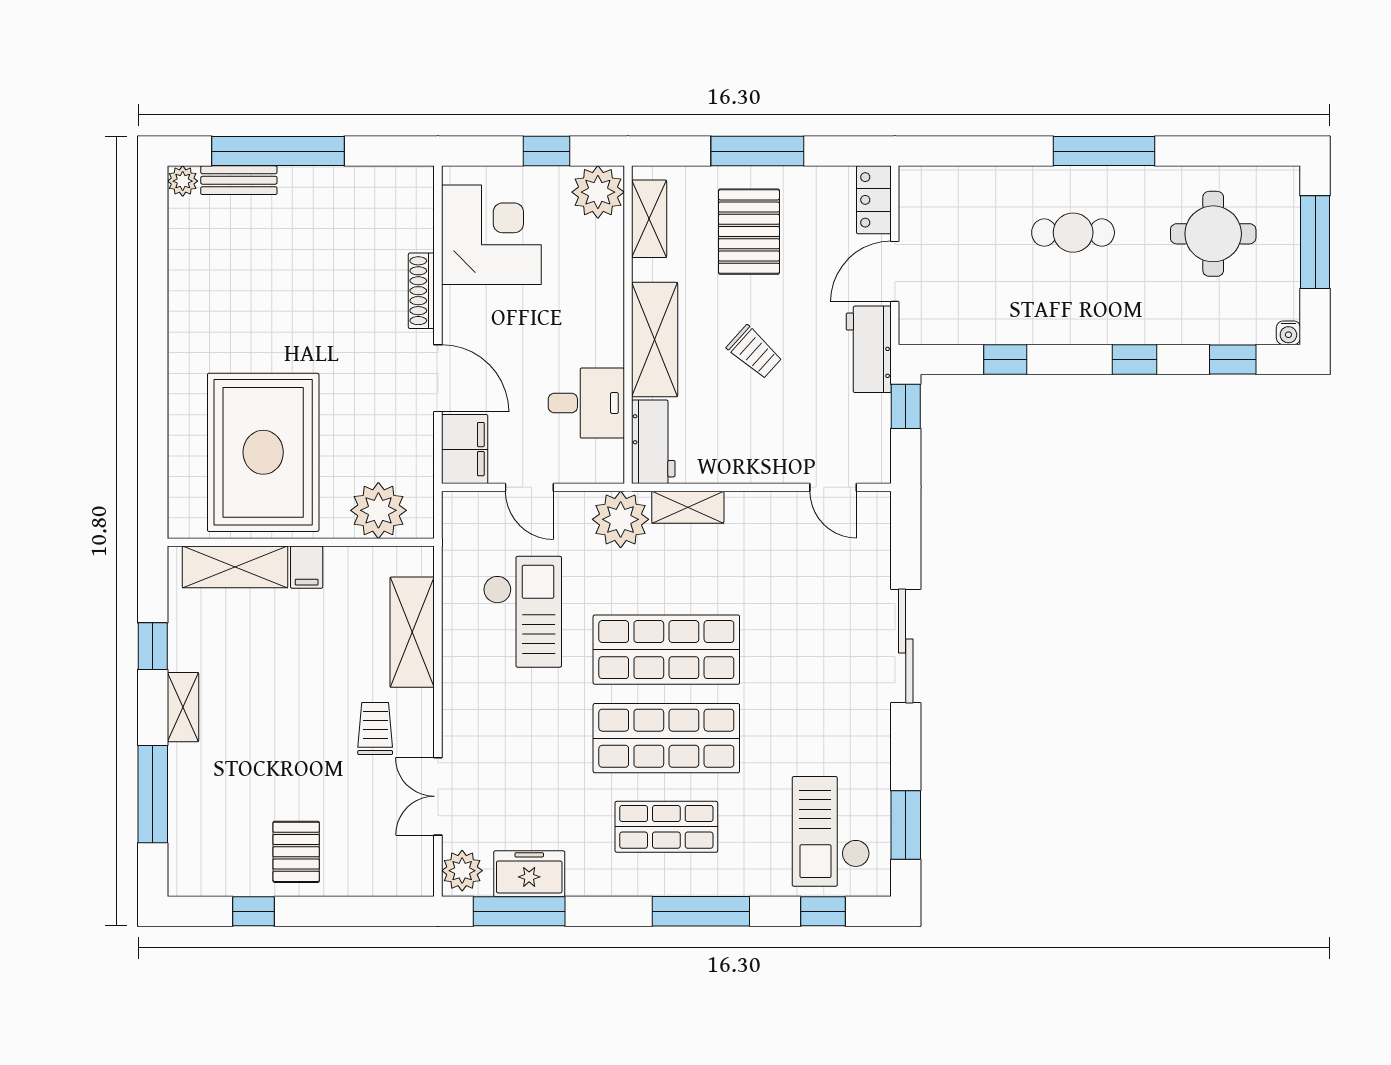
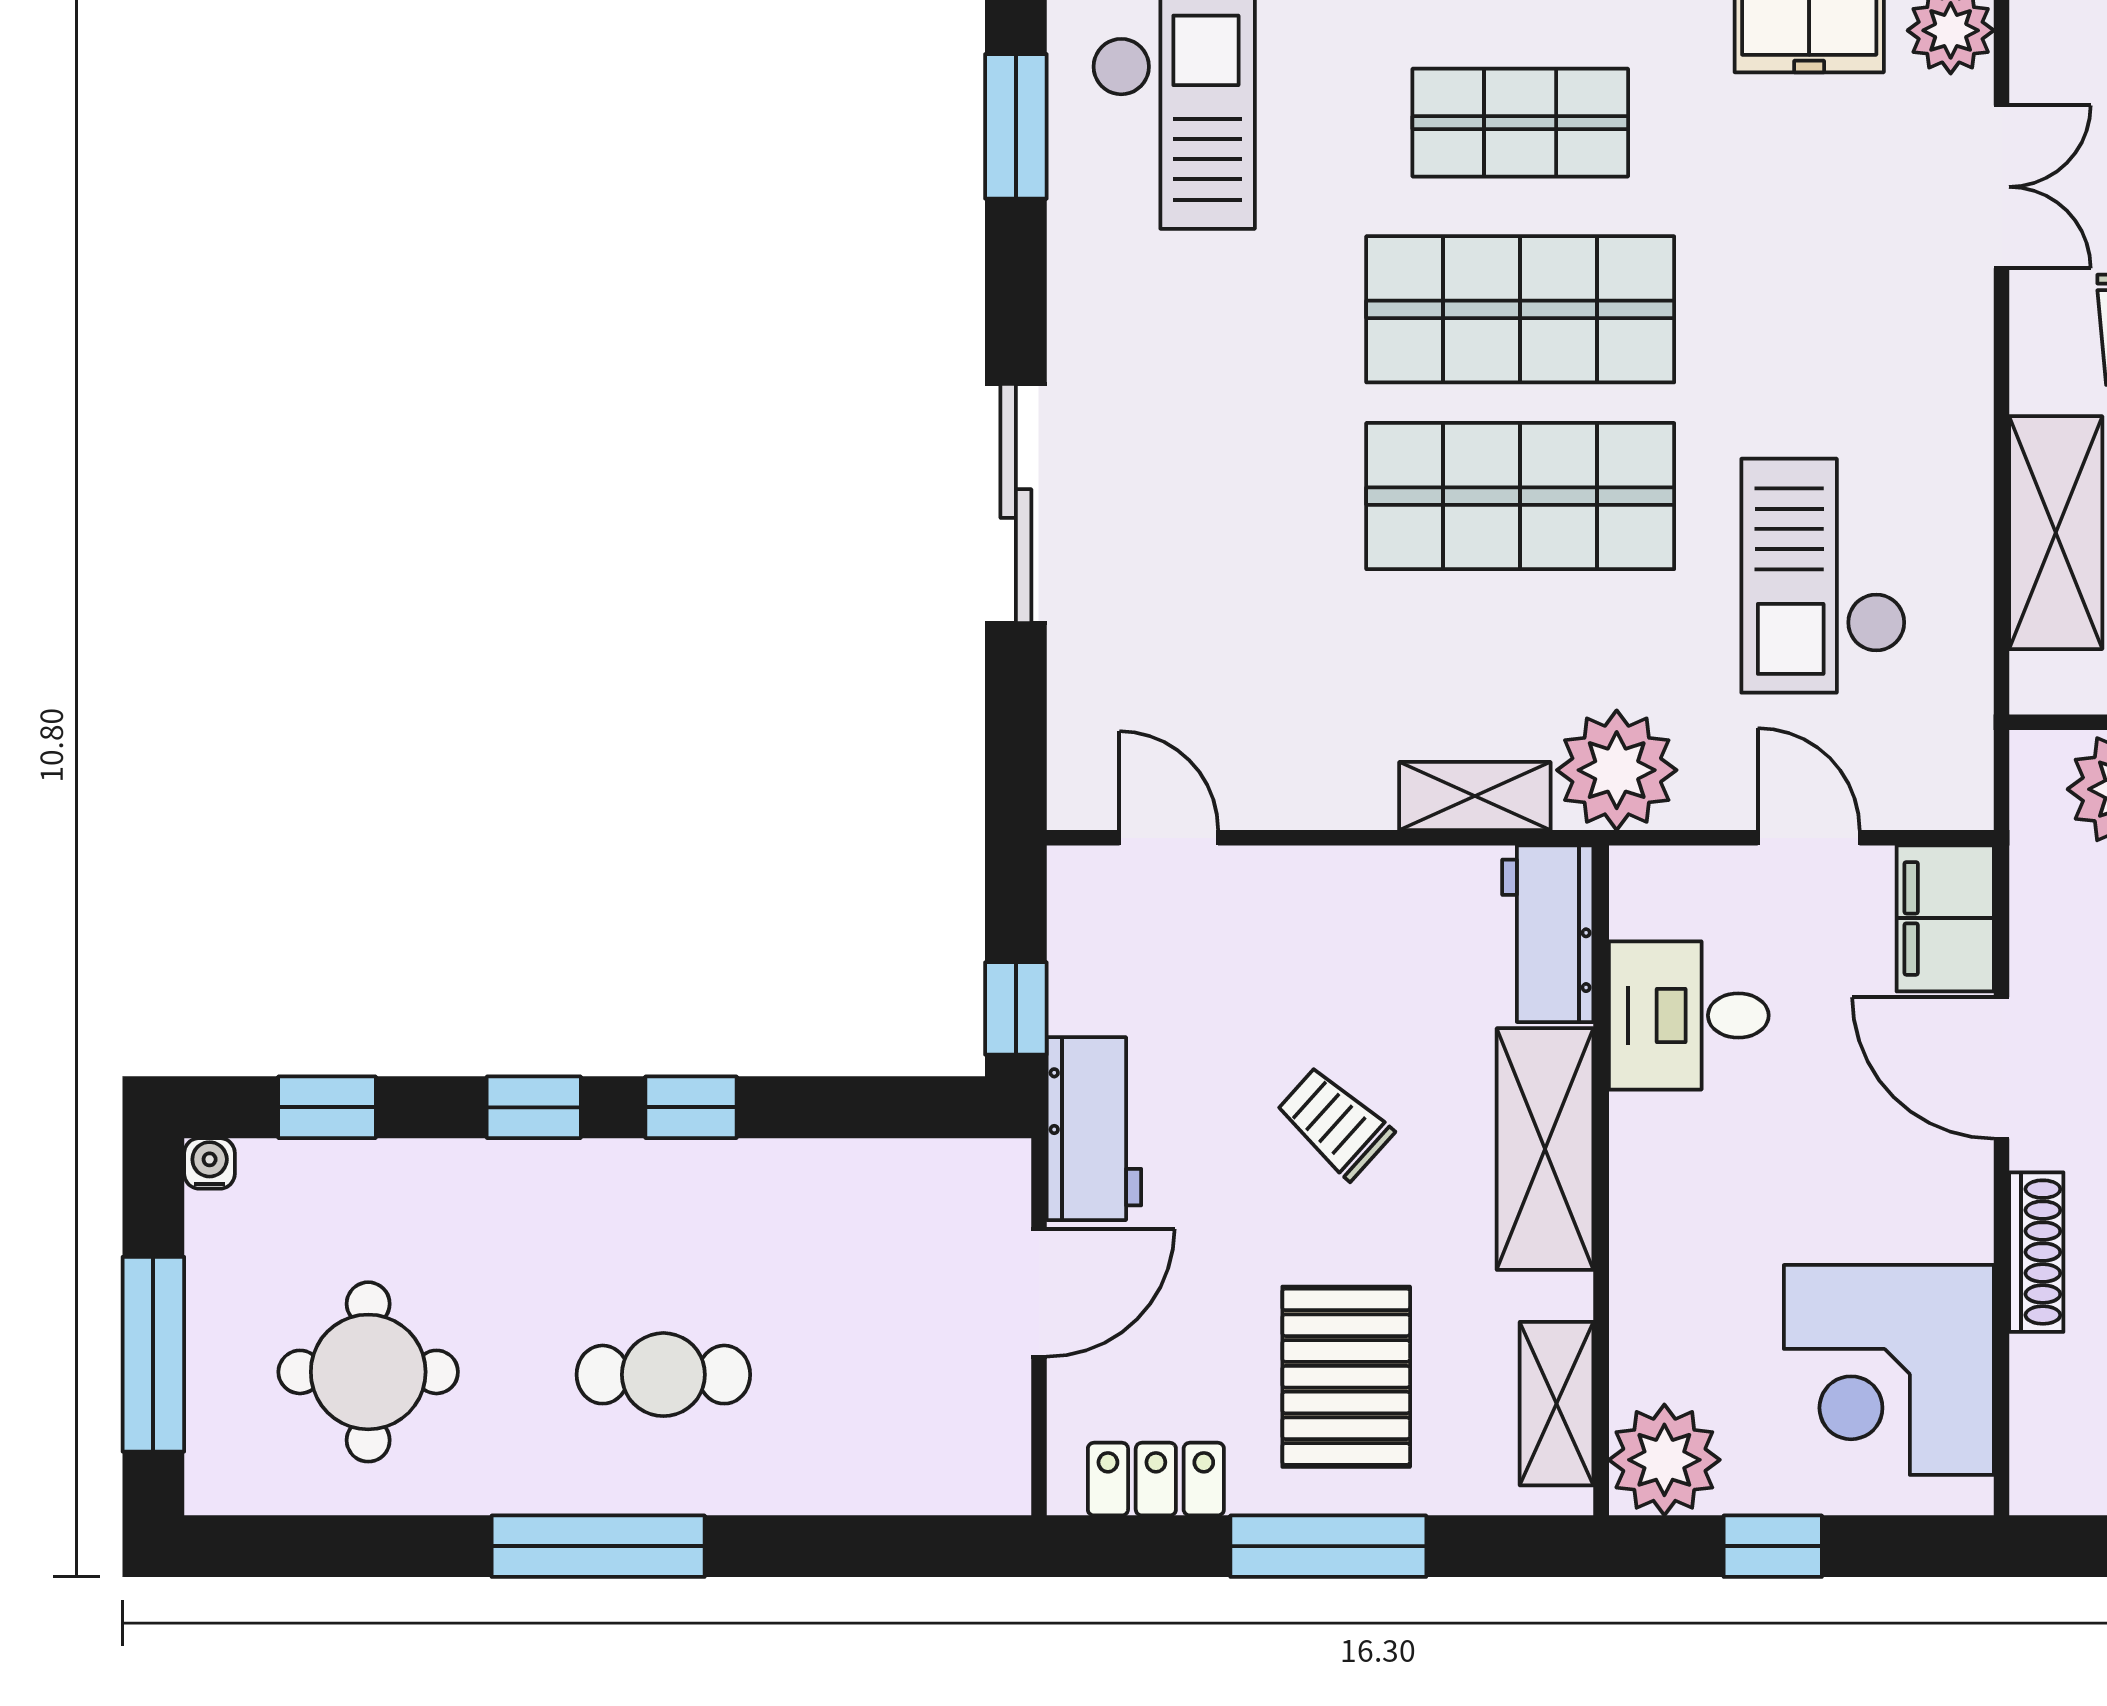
locker: (874, 200) -> (1156, 1479), moved, turned -90
window: (1005, 359) -> (691, 1107), moved

